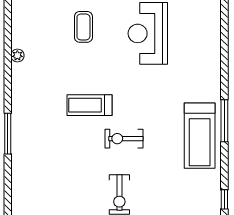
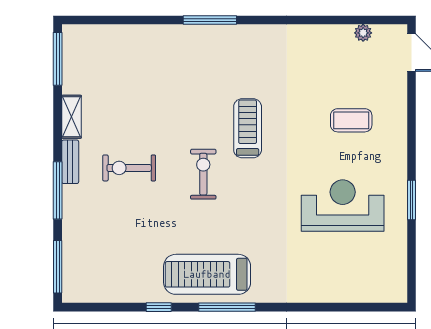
plant: (17, 55) -> (363, 33), moved
window: (224, 199) -> (159, 307), moved

